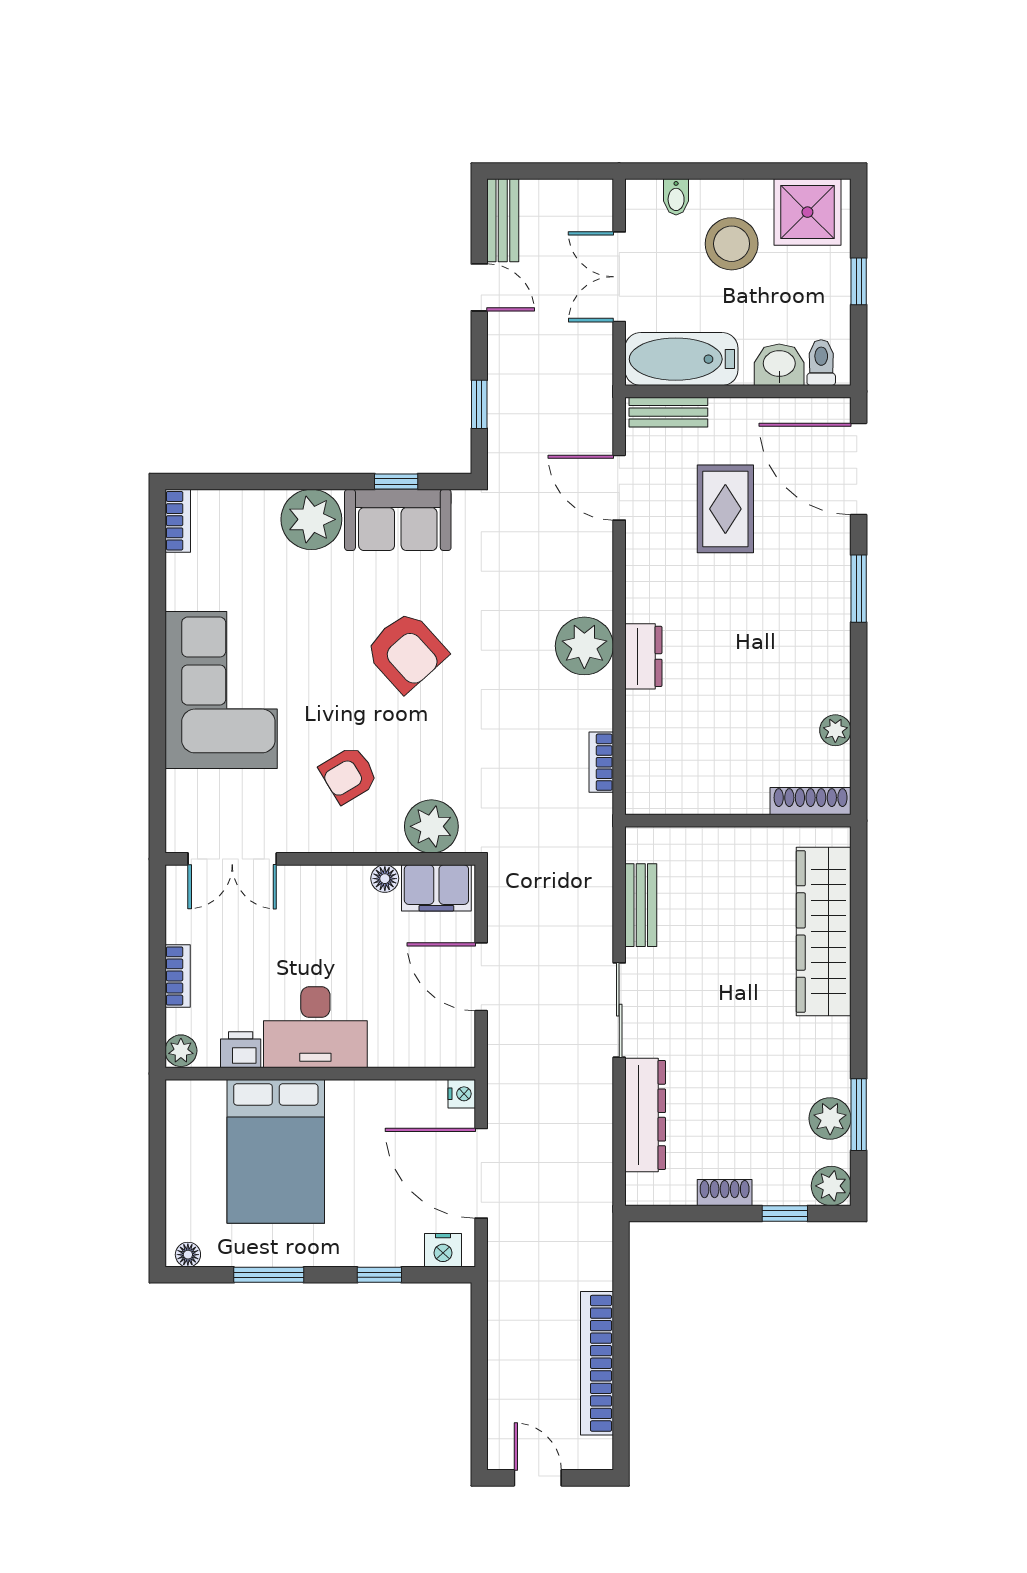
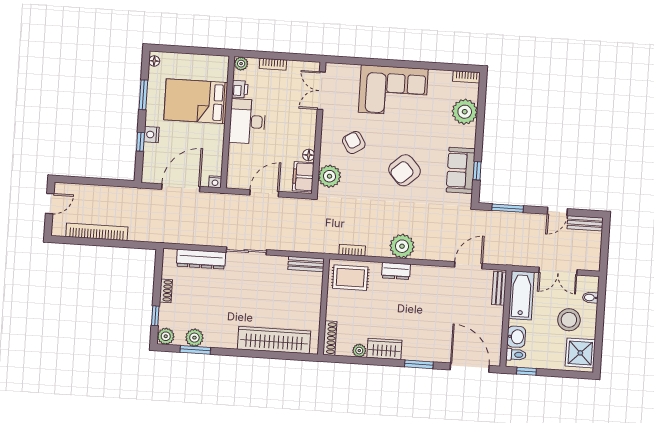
double door: (619, 277) -> (558, 271), swing flipped
window: (859, 281) -> (526, 371), moved
window: (479, 404) -> (508, 208), width x1.50
door: (859, 469) -> (470, 368), hinge flipped
rug: (725, 509) -> (350, 278), moved
plant: (311, 519) -> (465, 112), moved
wardrobe: (828, 672) -> (384, 349), added
bench: (641, 905) -> (306, 264), moved
nightstand: (443, 1250) -> (151, 135), moved

